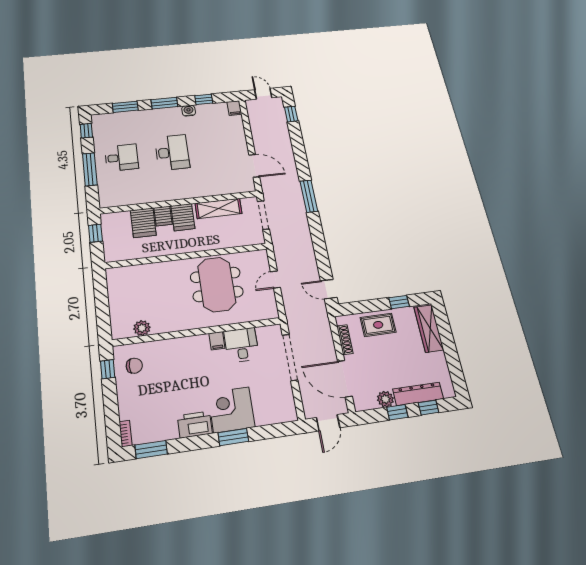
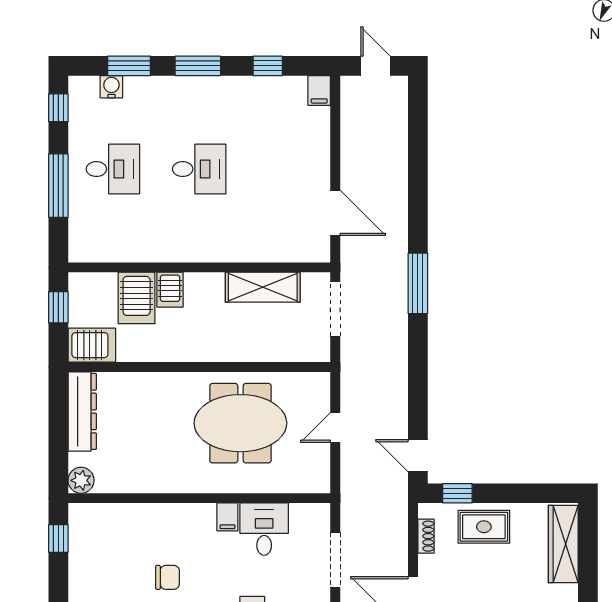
water cooler: (189, 111) -> (111, 87), moved
window: (291, 114) -> (418, 115), removed
desk: (172, 152) -> (199, 169), width x0.73
server rack: (183, 217) -> (92, 345), moved, turned -90
meeting table: (217, 284) -> (240, 423), turned 90
dresser: (116, 290) -> (82, 411), added
window: (399, 302) -> (457, 493), moved
plant: (142, 328) -> (81, 480), moved
shoe rack: (345, 340) -> (426, 536), width x0.70
doorway: (290, 357) -> (335, 560), width x0.73
chair: (134, 366) -> (168, 577), moved

